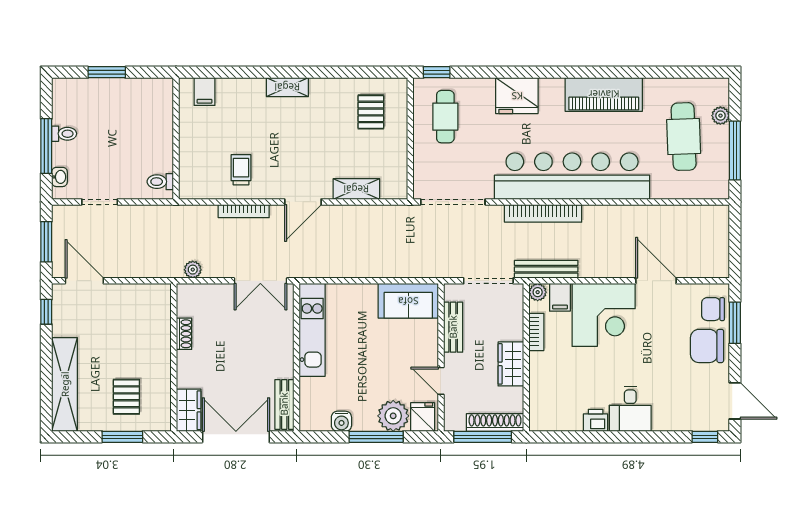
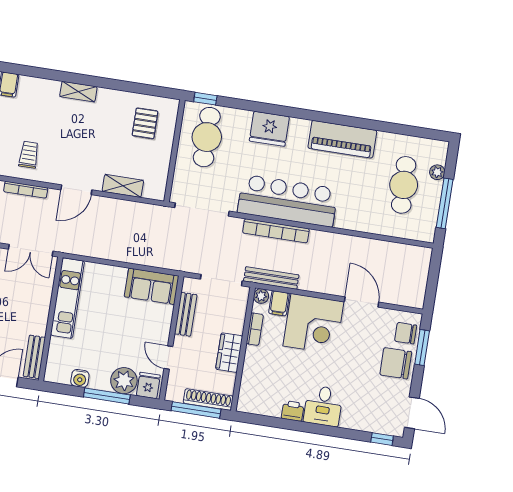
cafe table: (445, 117) -> (207, 137), width x1.37, depth x1.35
bar counter: (572, 176) -> (288, 201), width x0.73

